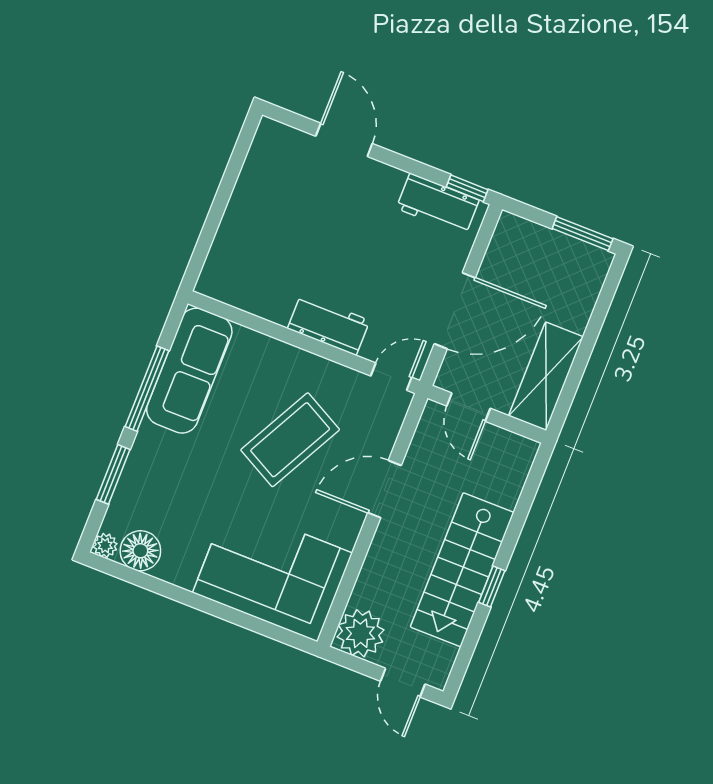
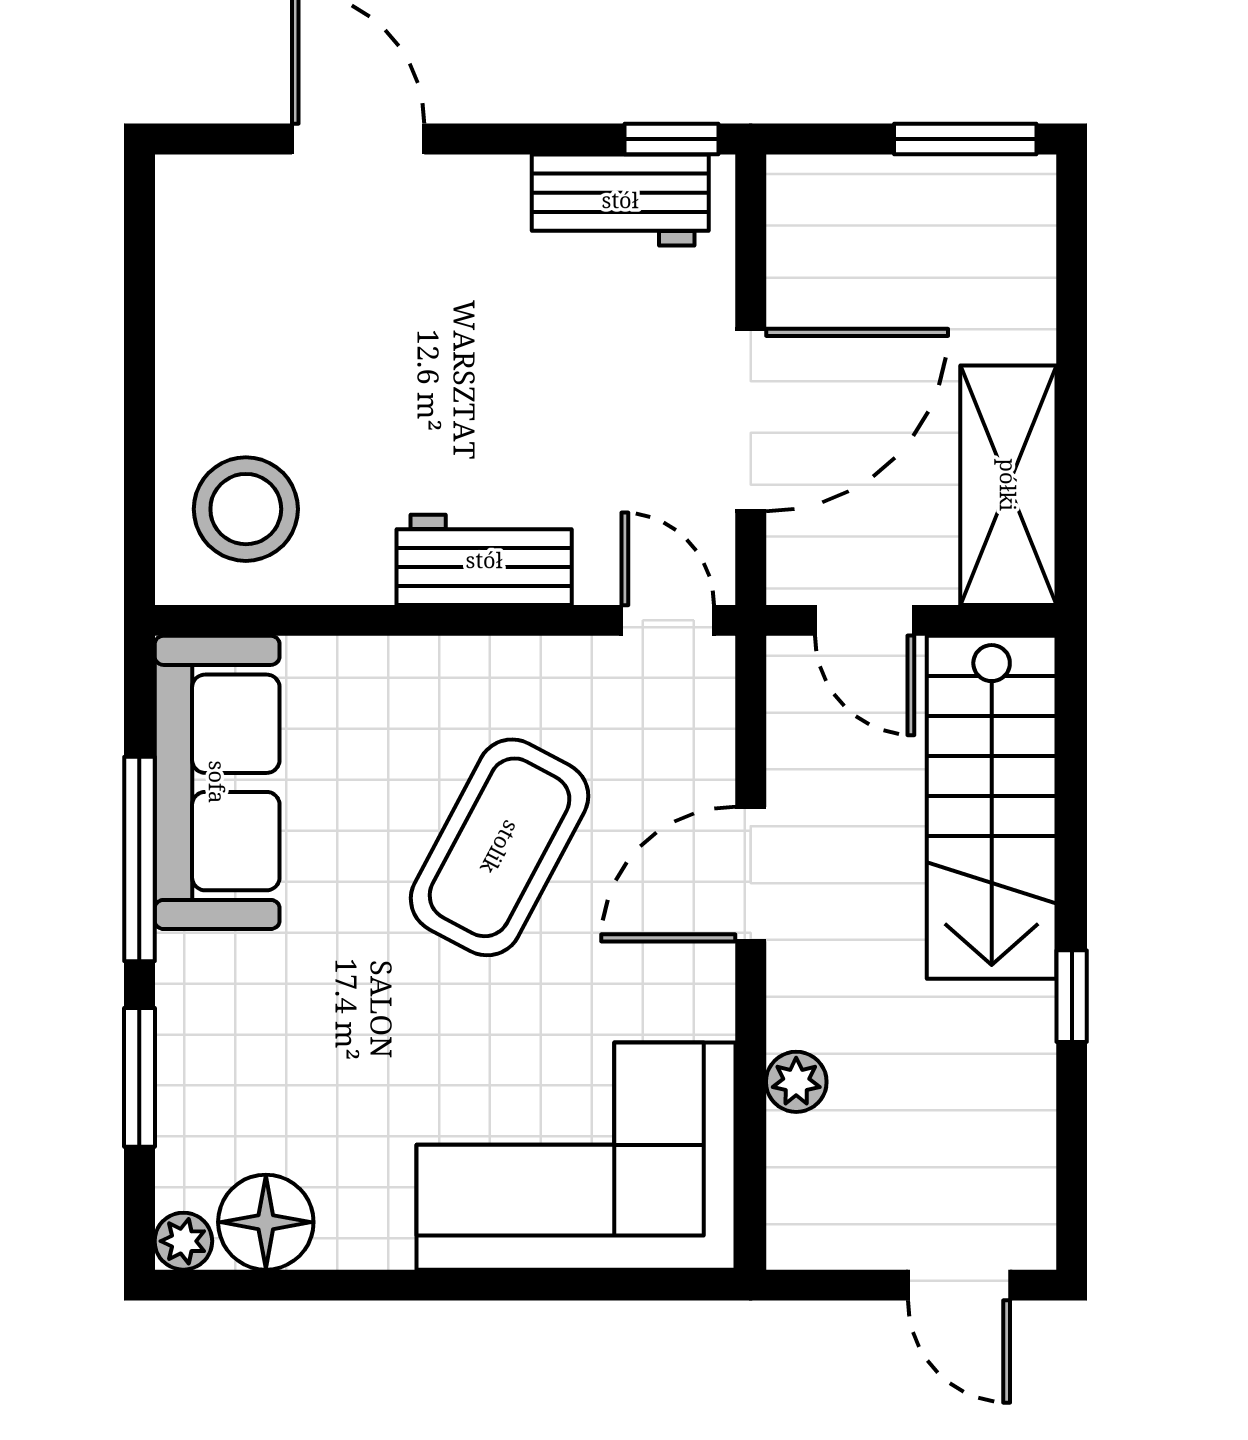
stool: (243, 268) -> (246, 509), added
door: (391, 377) -> (668, 620), hinge flipped
stairs: (462, 570) -> (992, 807), moved
plant: (360, 633) -> (796, 1082), moved, width x0.53, depth x0.53

